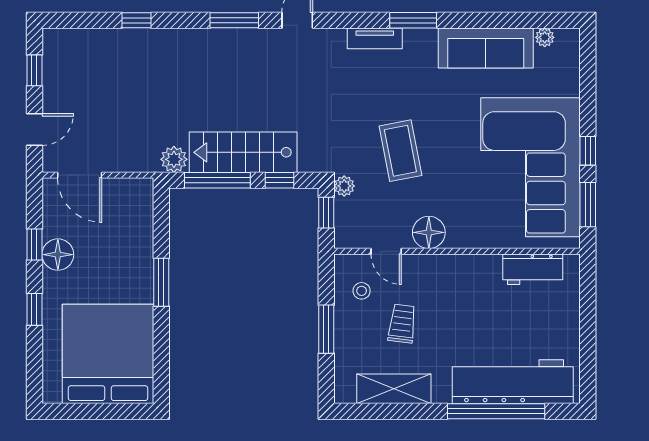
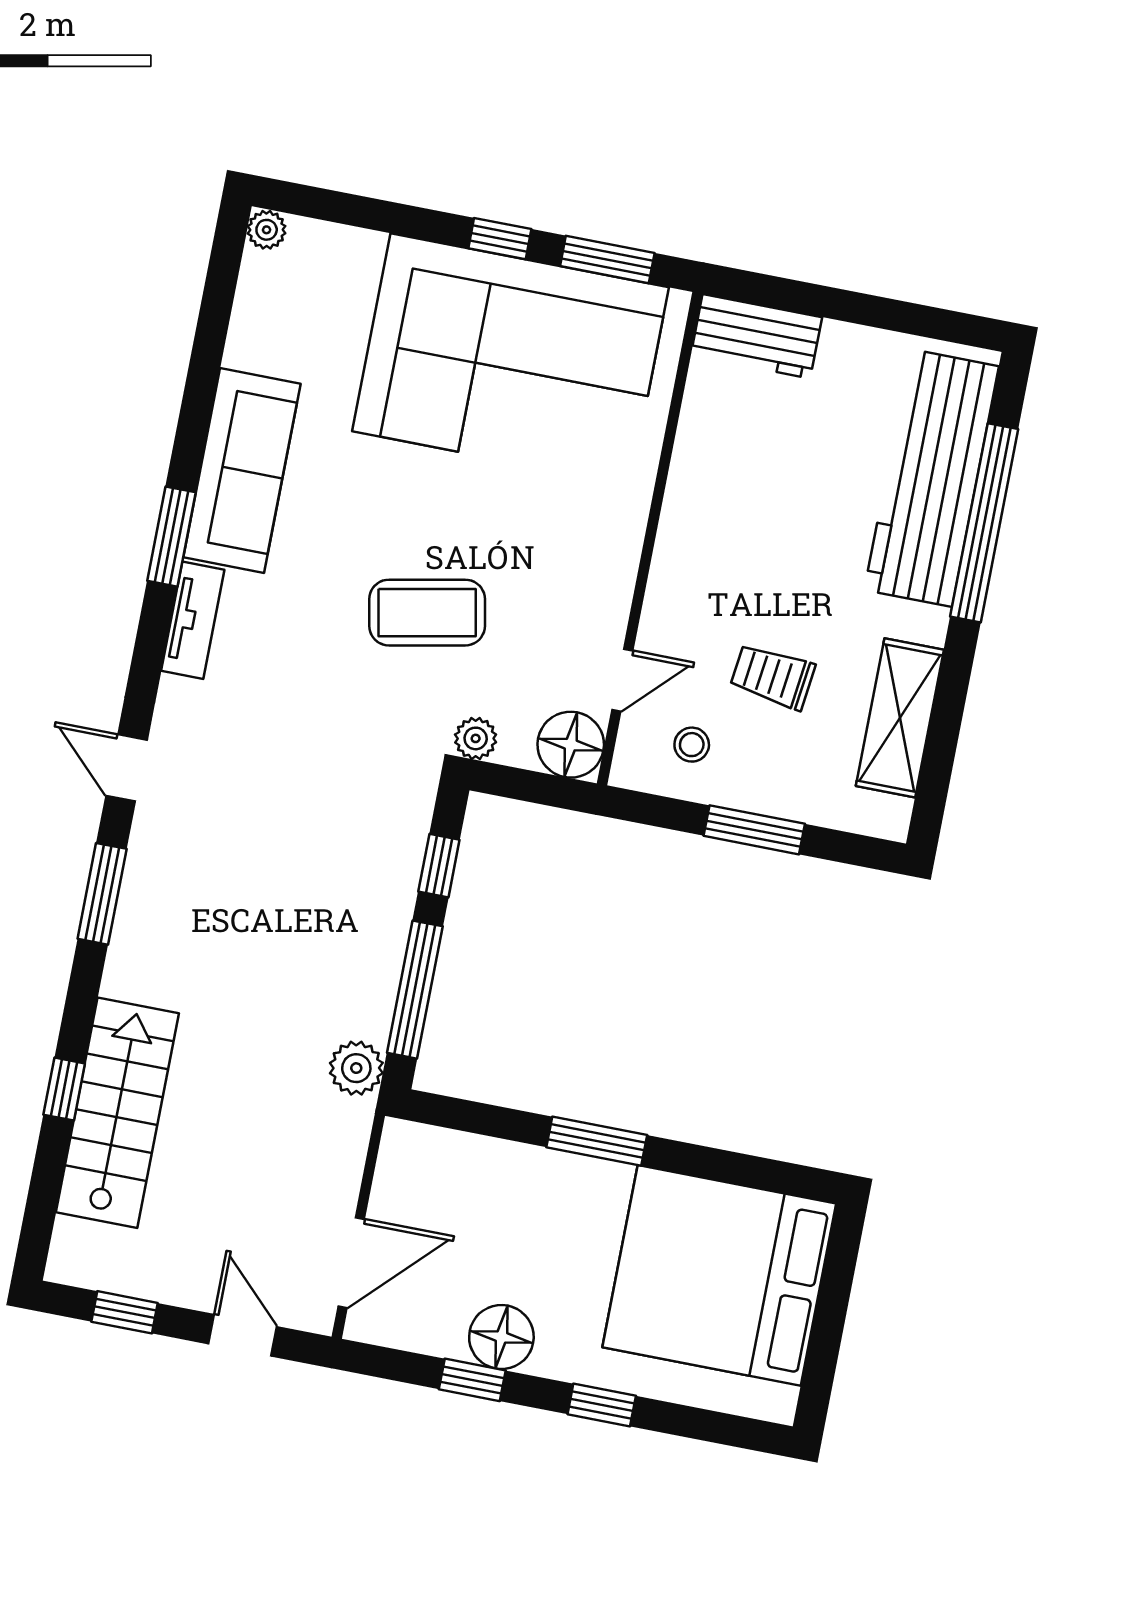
plant: (545, 37) -> (267, 230), moved
sofa: (486, 48) -> (242, 470), moved
stairs: (243, 152) -> (117, 1113), moved, turned 180
window: (326, 213) -> (522, 785), removed
floor lamp: (429, 232) -> (571, 745), moved
workbench: (533, 269) -> (756, 336), moved, turned 90

